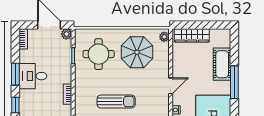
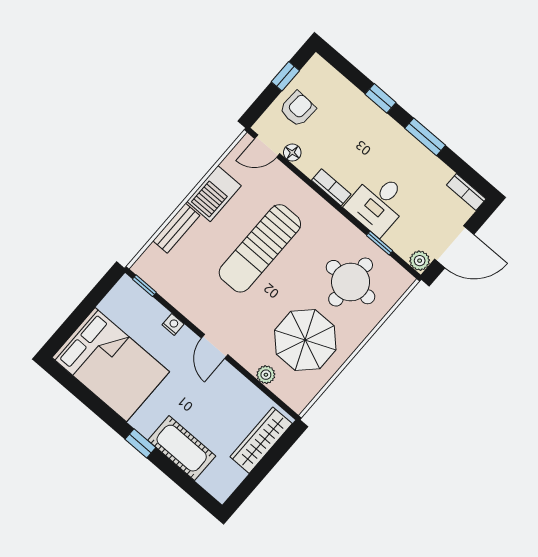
plant: (164, 37) -> (266, 375), moved
desk: (33, 76) -> (378, 203), moved, turned 180
window: (234, 82) -> (140, 443), width x0.46
sun lounger: (116, 102) -> (260, 248), width x1.36, depth x1.34

